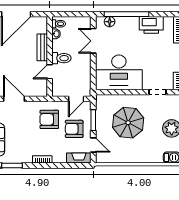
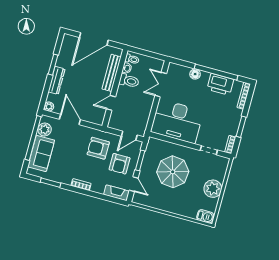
window: (126, 14) -> (216, 72), moved
floor lamp: (110, 22) -> (195, 74), moved
bench: (42, 47) -> (111, 73), width x1.36
toilet: (61, 58) -> (129, 81), moved
armchair: (74, 129) -> (120, 164), turned -90

